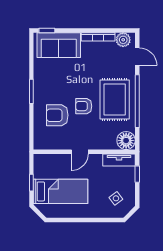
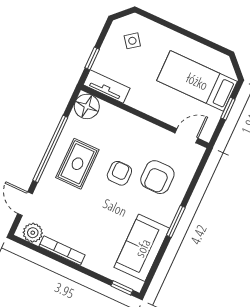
sofa: (59, 45) -> (142, 248), moved, turned -90
rug: (115, 100) -> (77, 164), width x0.73, depth x0.70
armchair: (84, 106) -> (119, 173), turned -90
armchair: (57, 115) -> (157, 177), turned 90
door: (80, 152) -> (186, 136), moved

